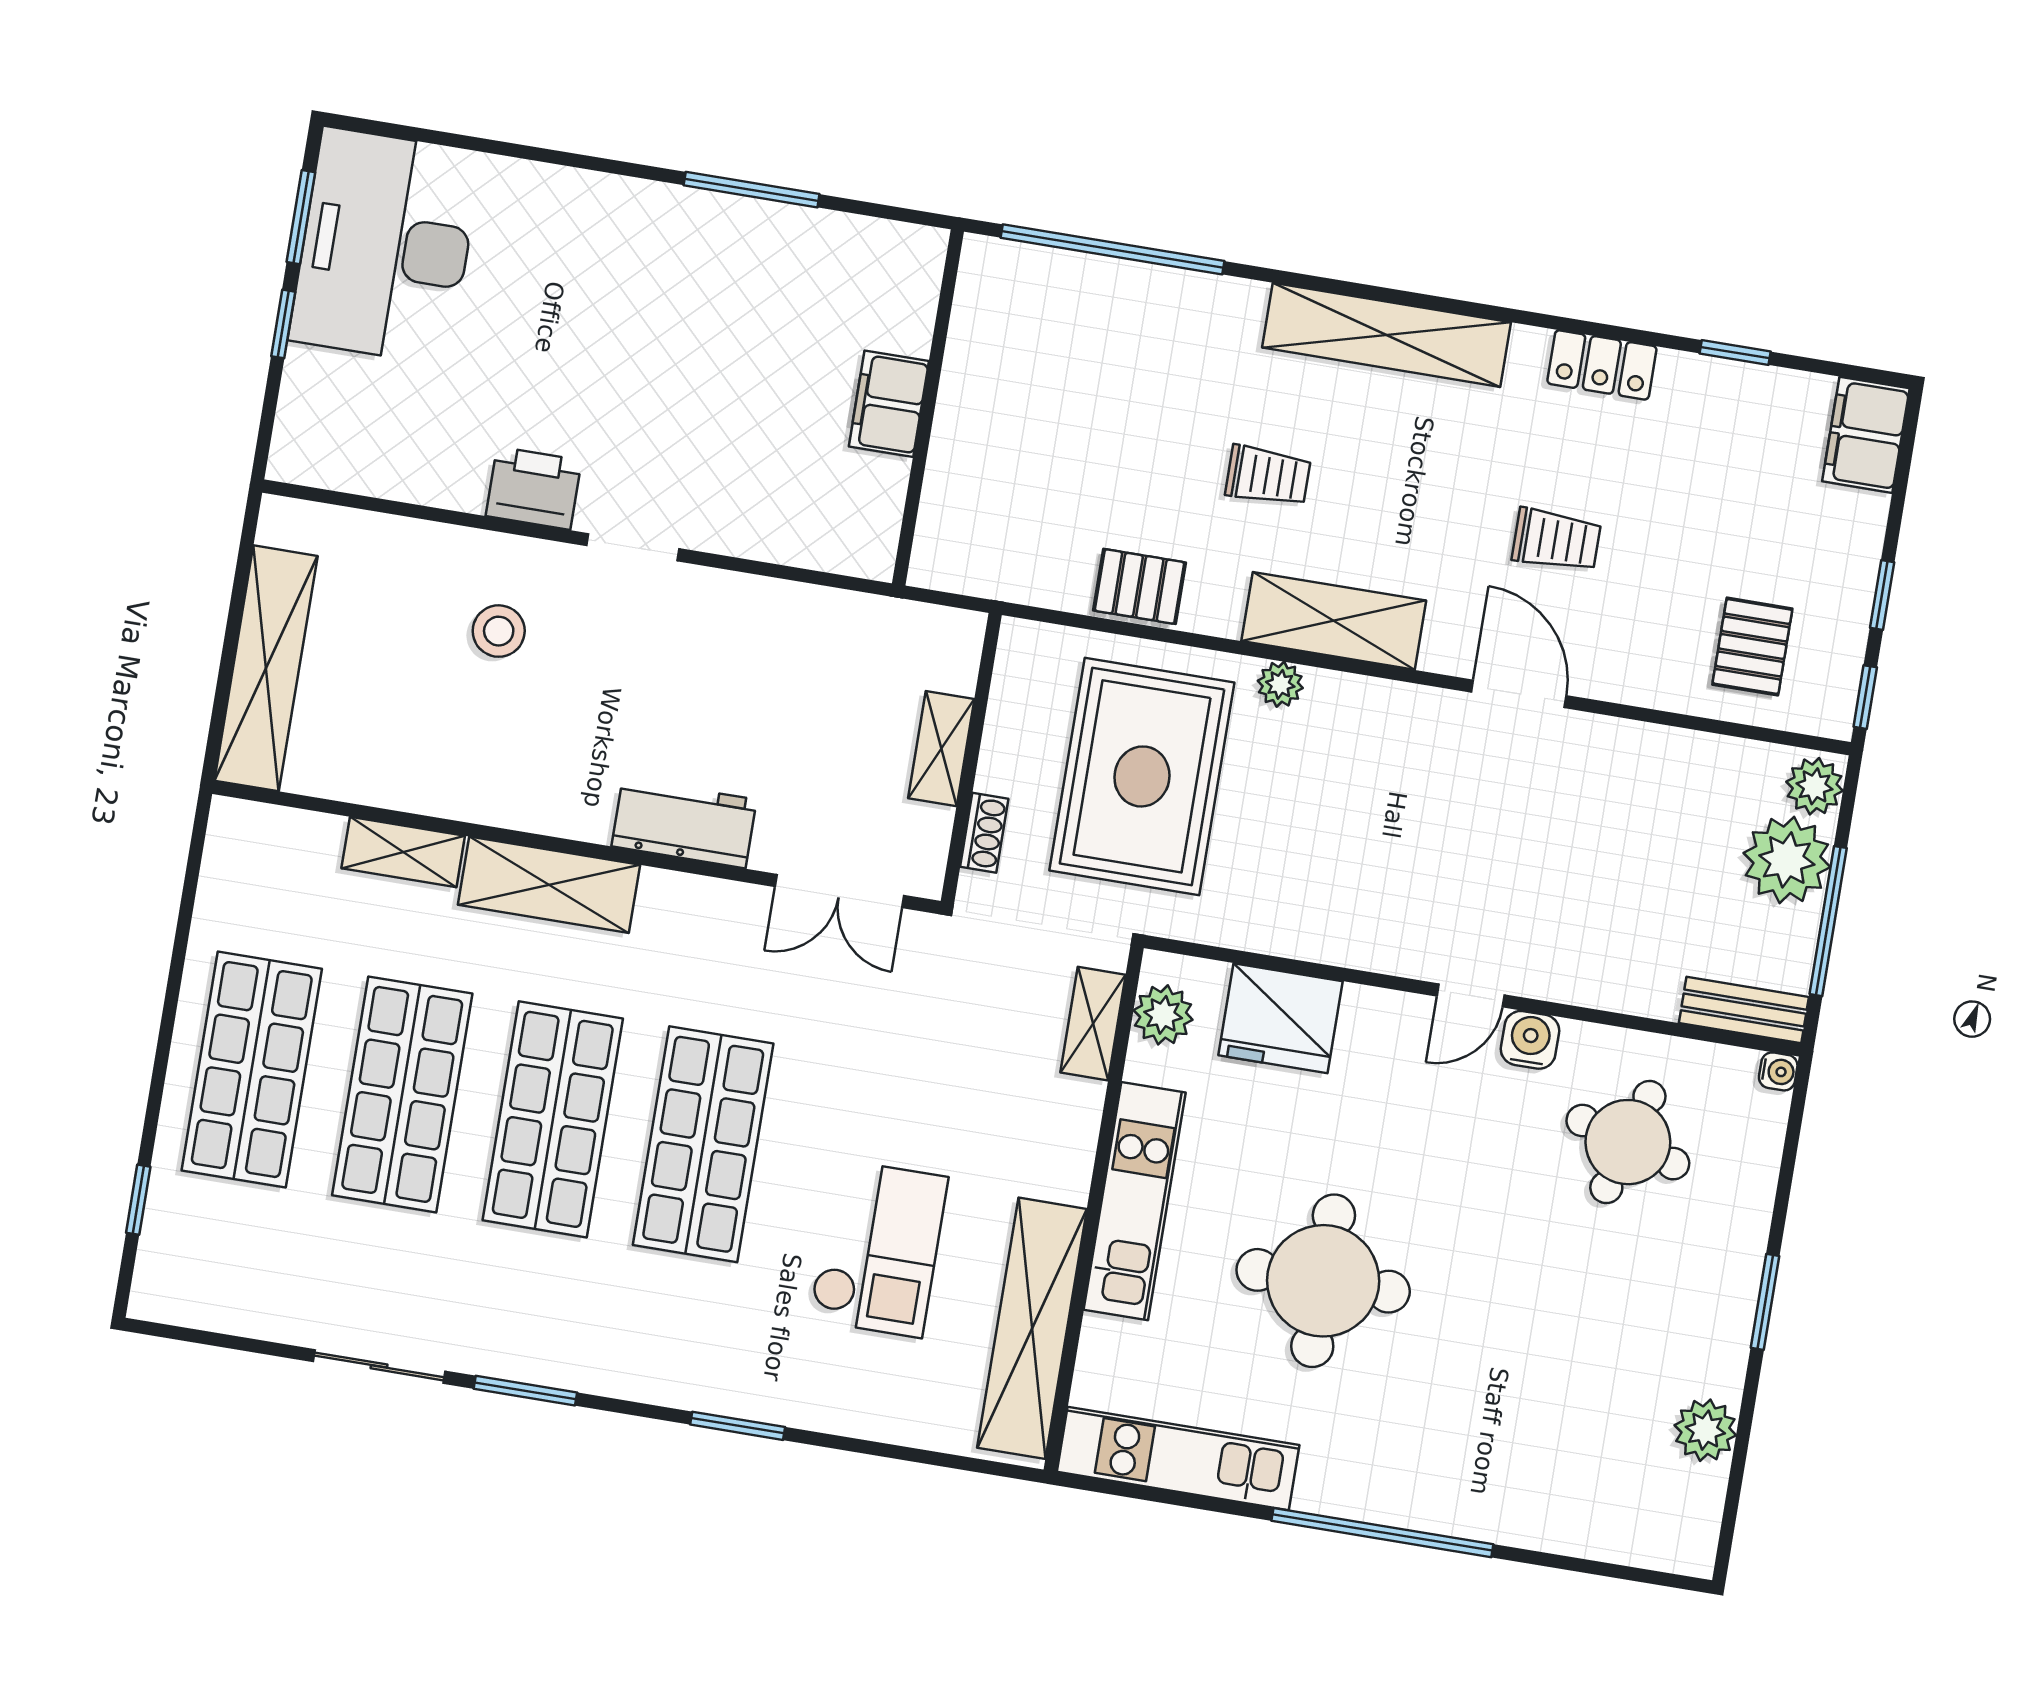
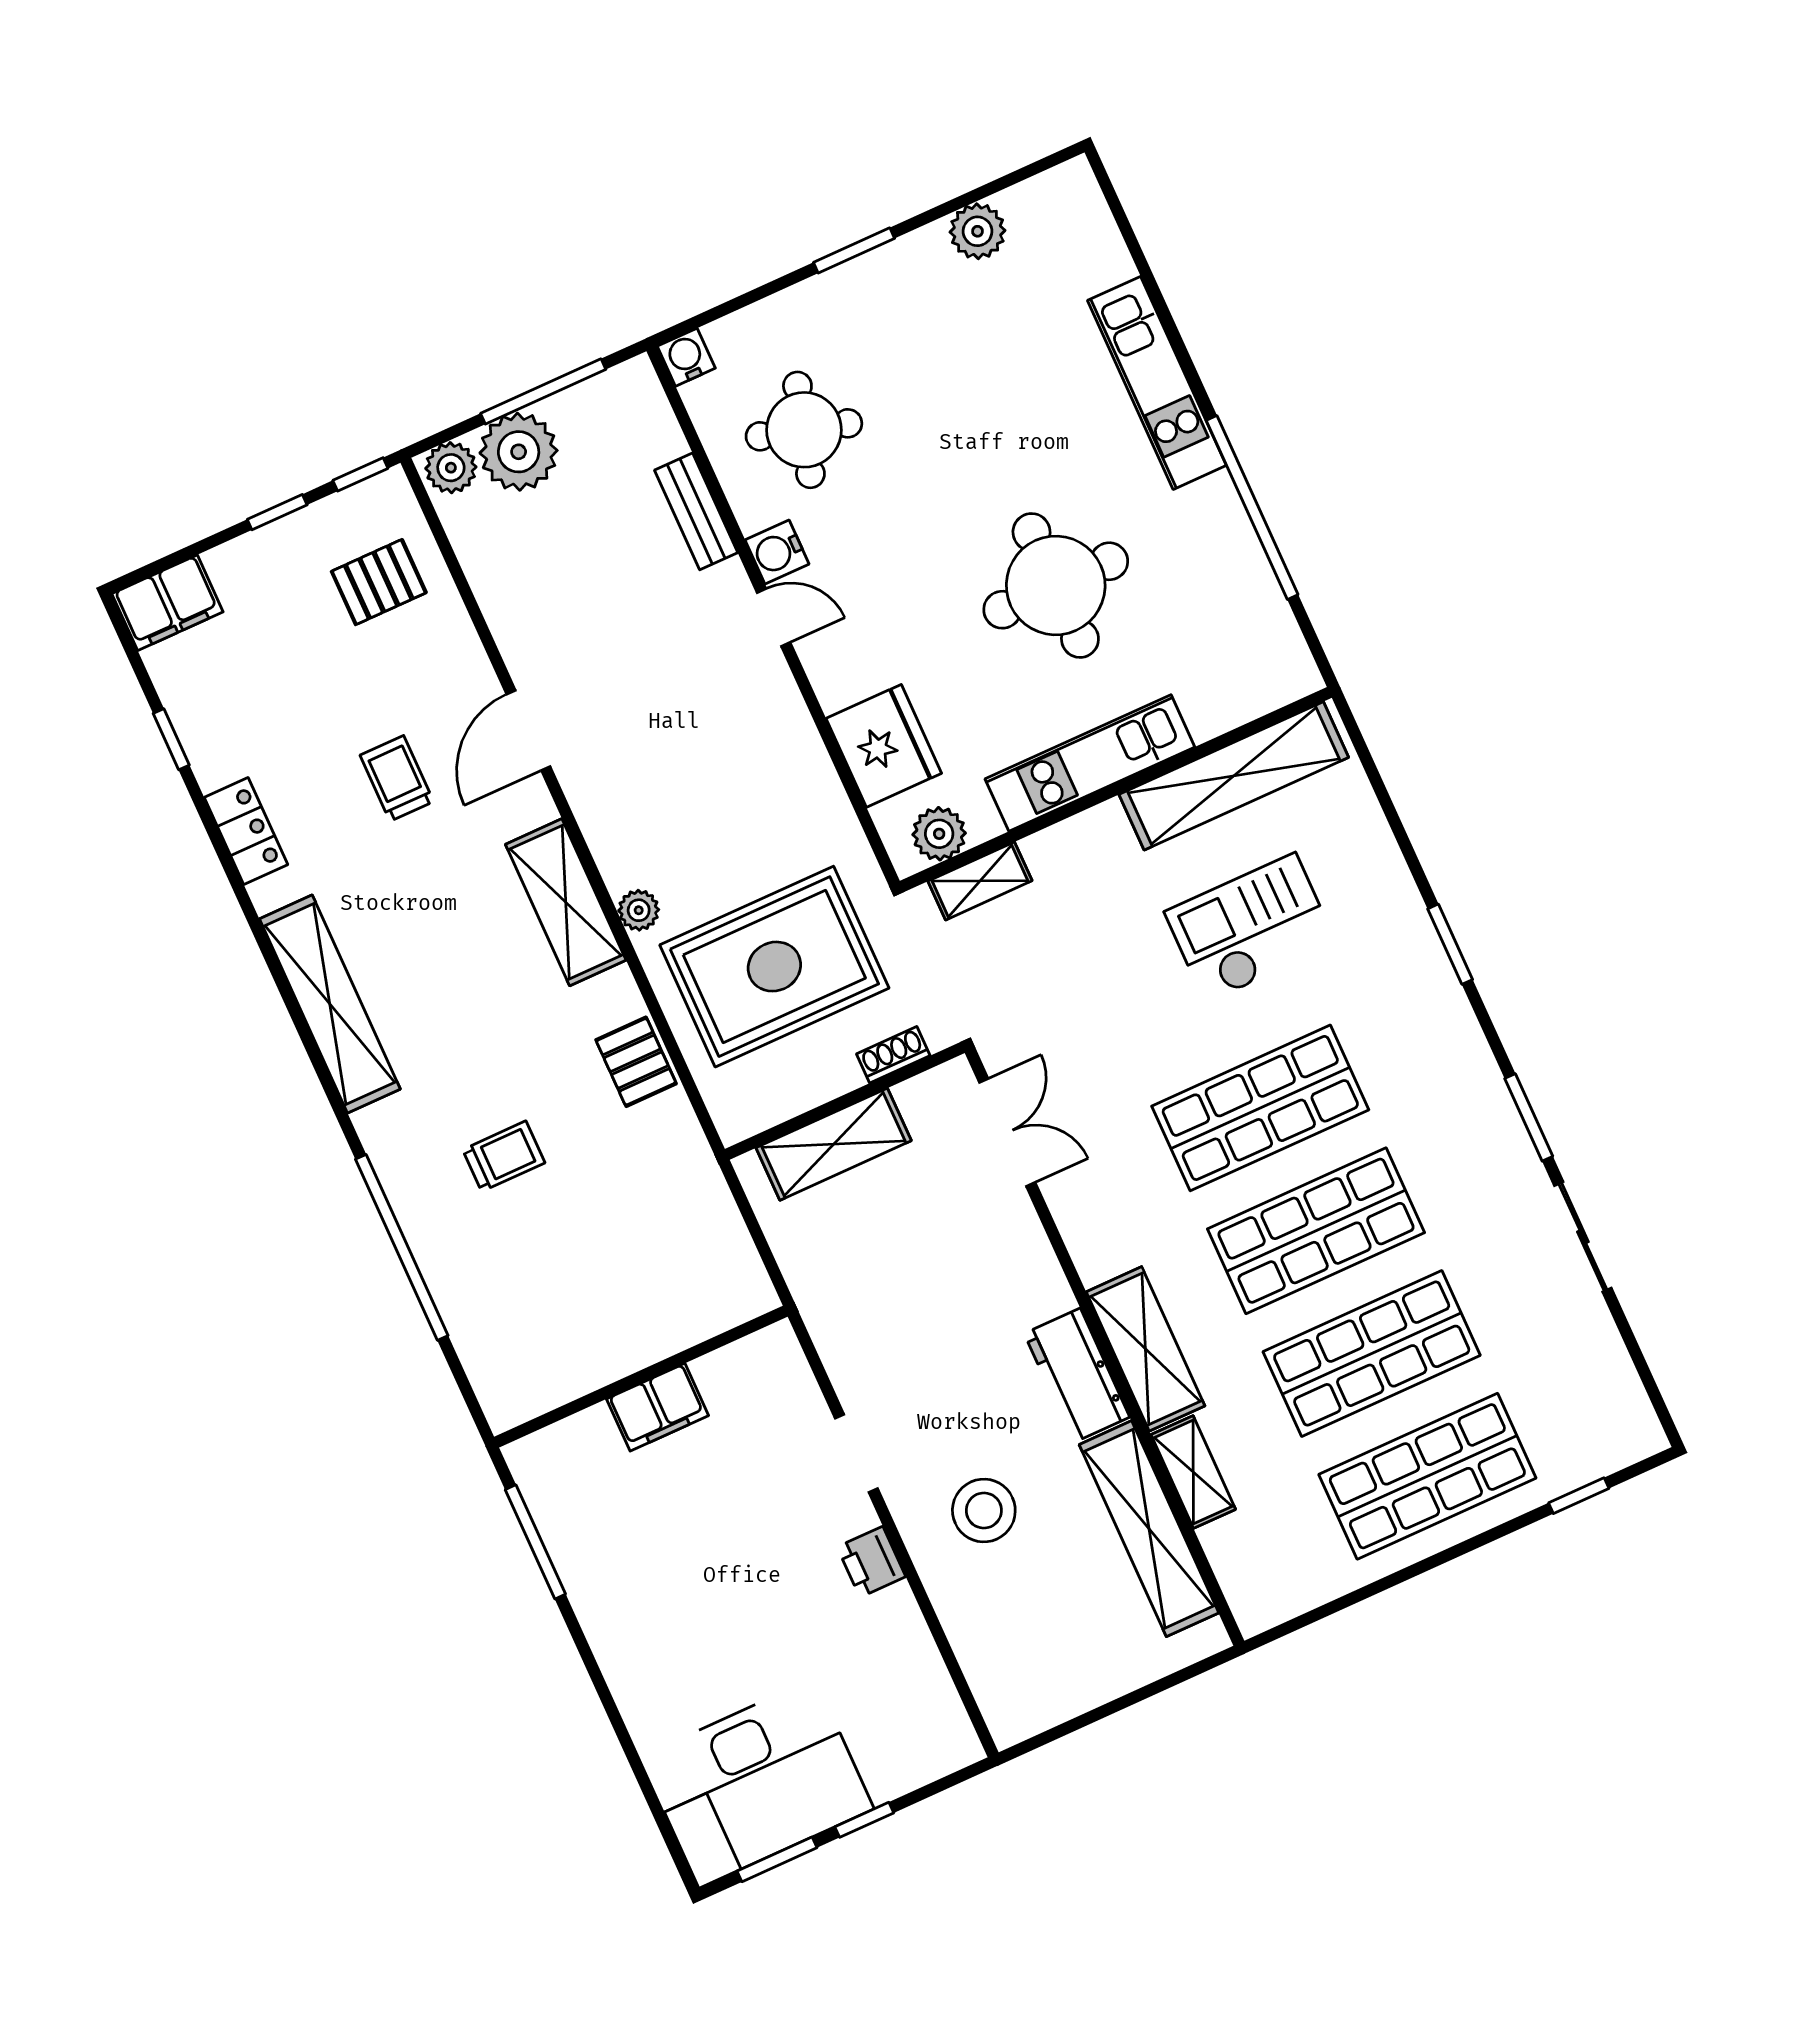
filing cabinet: (889, 404) -> (658, 1407), moved
wall: (928, 407) -> (641, 1377), moved
trolley: (1268, 476) -> (504, 1156), moved, turned 90
printer: (534, 488) -> (871, 1562), width x0.73, depth x0.81
stool: (499, 631) -> (984, 1511), width x1.38, depth x1.38
shelving: (266, 668) -> (1149, 1529), moved, turned 90
shelving: (941, 749) -> (834, 1144), width x1.50, depth x1.33
workbench: (684, 823) -> (1077, 1375), moved
bench: (1744, 1010) -> (696, 511), moved
water cooler: (1778, 1071) -> (686, 357), width x1.38, depth x1.38
kitchen unit: (1178, 1458) -> (1157, 383), moved
window: (1382, 1533) -> (1252, 508), moved

